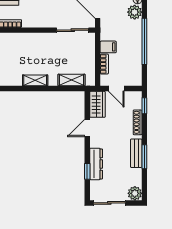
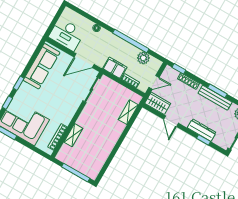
plant: (135, 12) -> (143, 58), moved
filing cabinet: (108, 47) -> (115, 68), width x2.00
shelving: (35, 80) -> (73, 135), moved
bench: (136, 153) -> (215, 98), width x1.36

